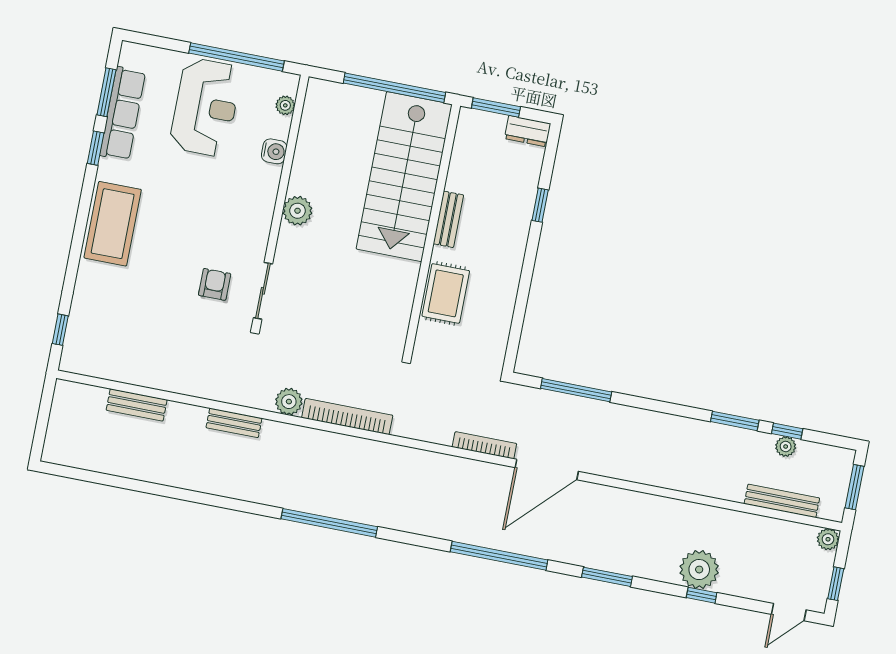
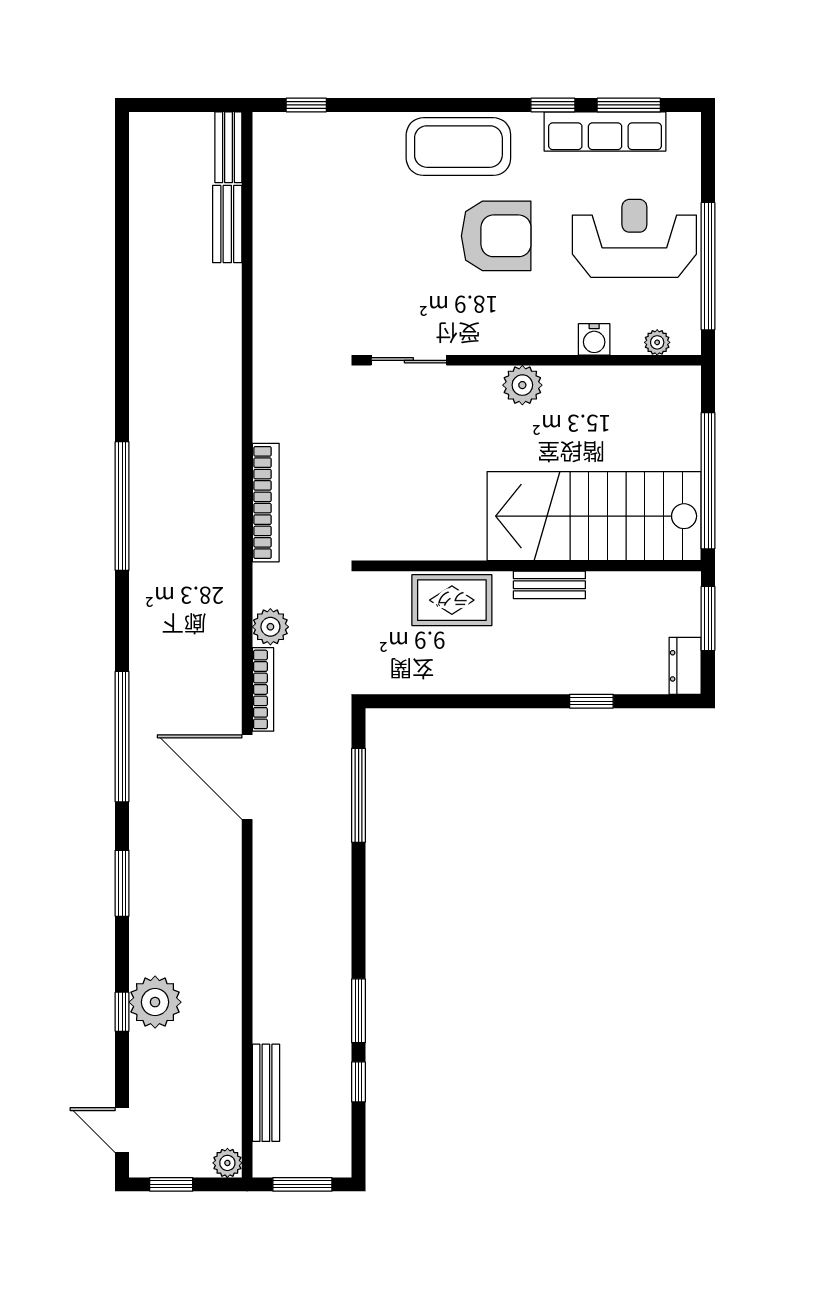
reception desk: (206, 107) -> (634, 238), turned 180
armchair: (215, 284) -> (496, 236), moved, width x1.88, depth x1.88
plant: (289, 402) -> (270, 627), moved
bench: (234, 423) -> (228, 147), moved
plant: (786, 446) -> (338, 1084), removed

